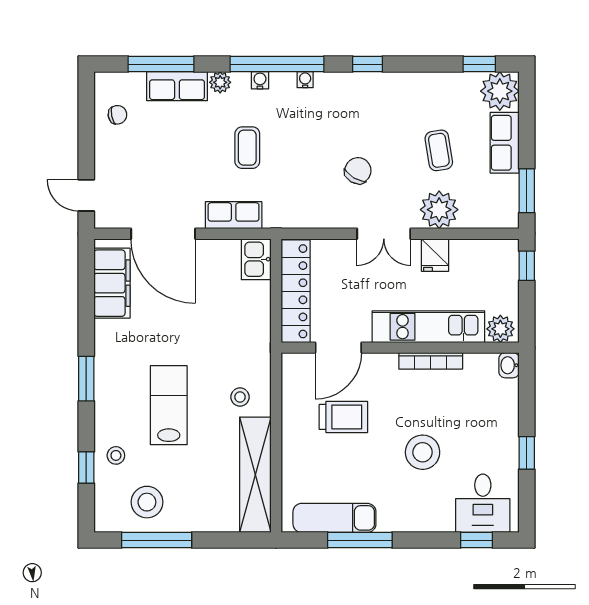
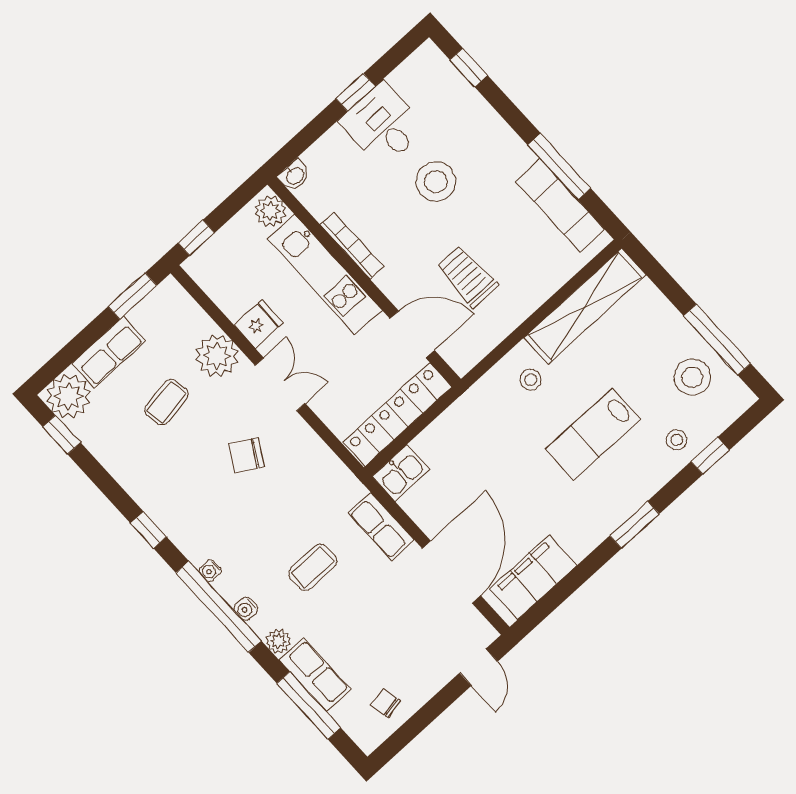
desk: (483, 503) -> (383, 125), moved, turned -90

